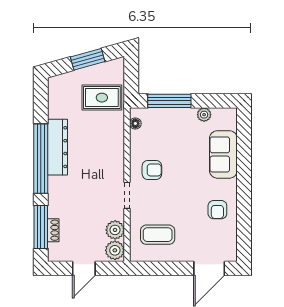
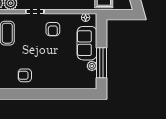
window: (169, 101) -> (102, 63), moved
sofa: (223, 154) -> (87, 43), moved, turned -90

